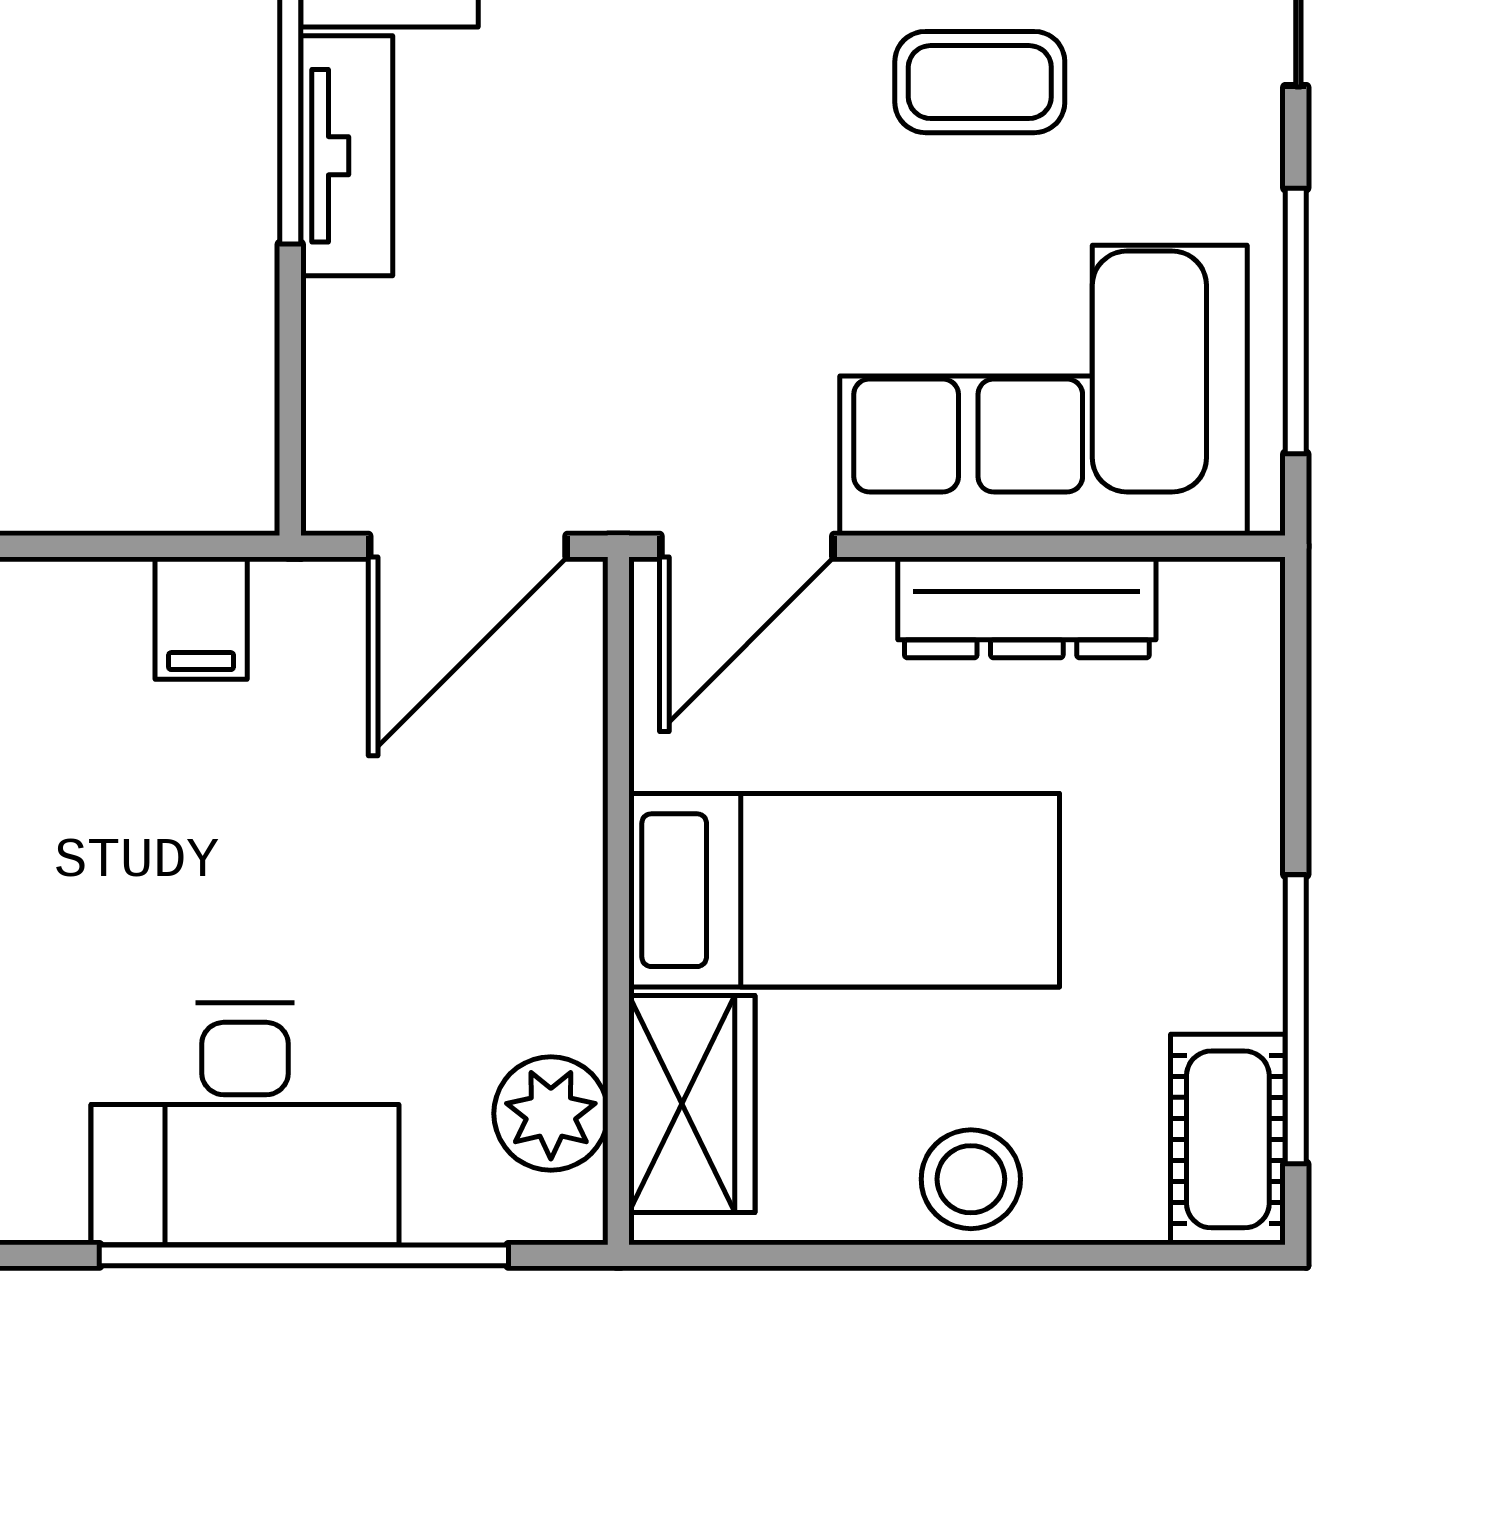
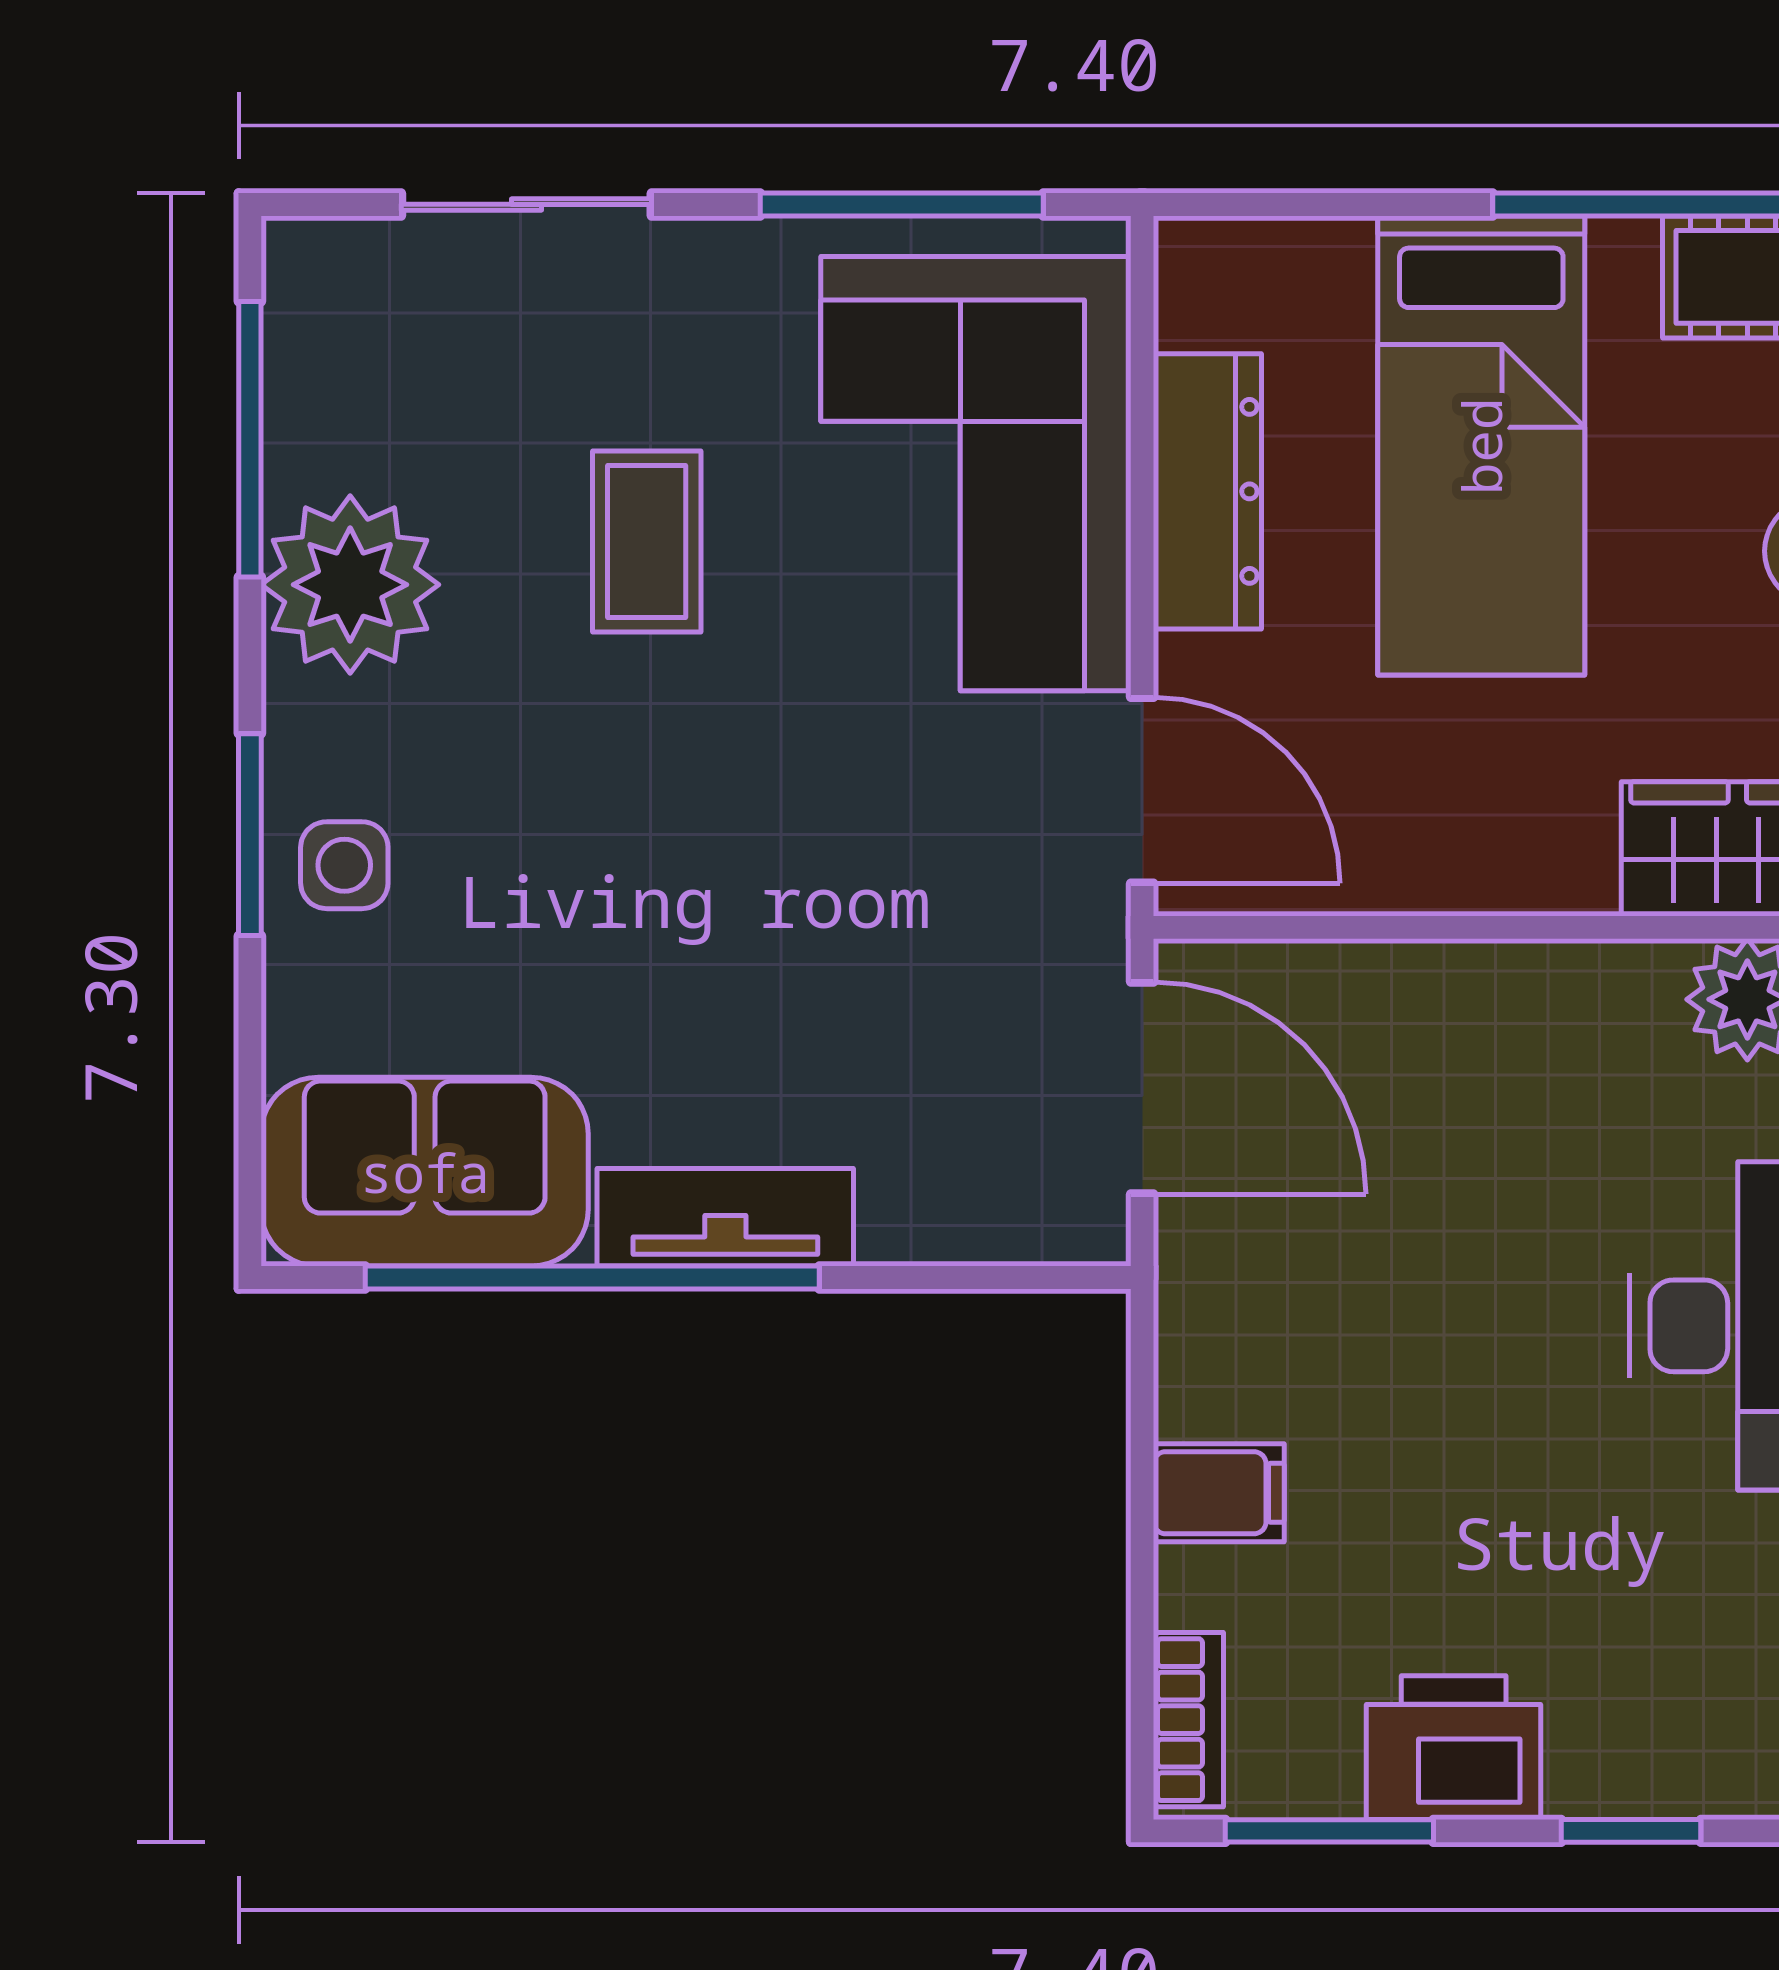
filing cabinet: (201, 618) -> (1219, 1493), moved
bed: (844, 890) -> (1481, 446), moved, turned 180

